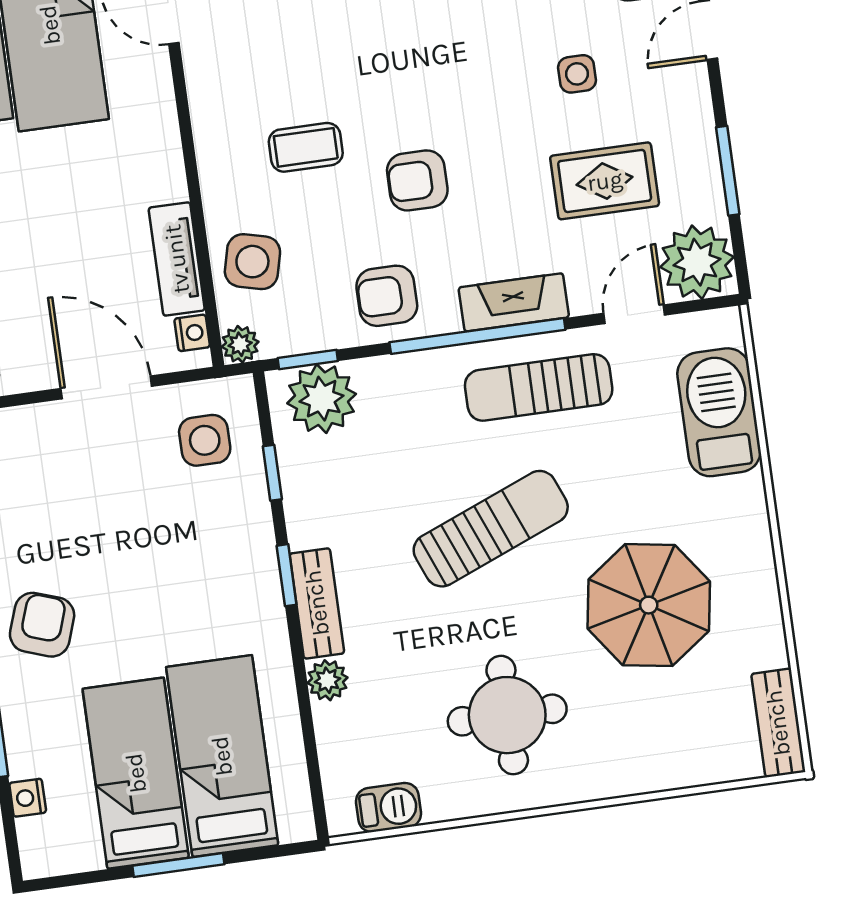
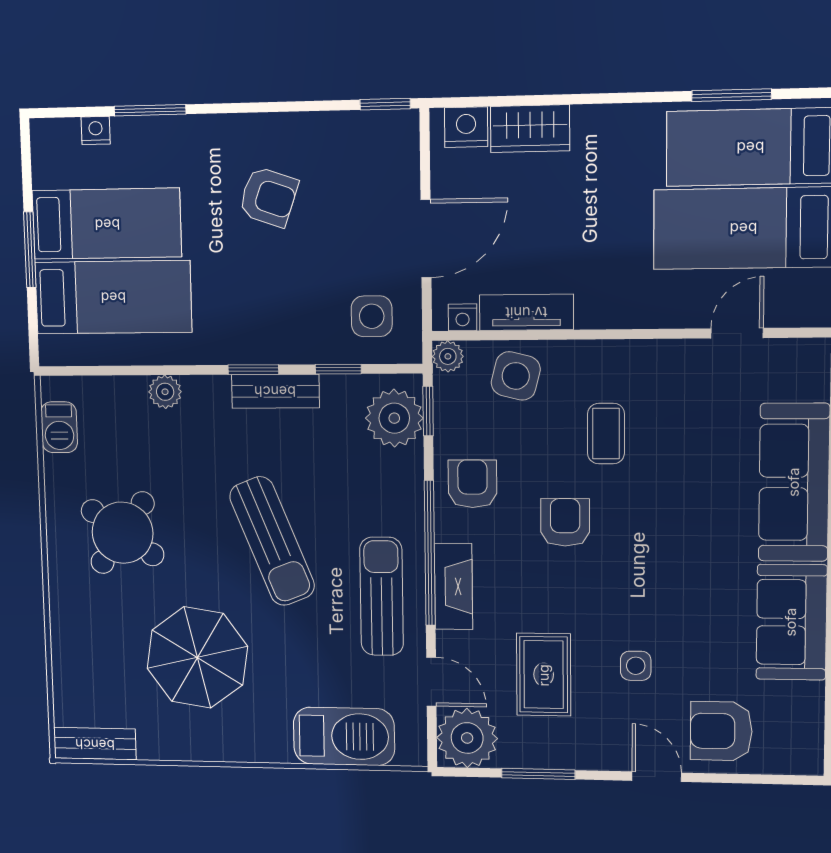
bench: (317, 603) -> (275, 391), moved
armchair: (42, 625) -> (268, 197), moved
round table: (507, 715) -> (123, 533), turned 36

